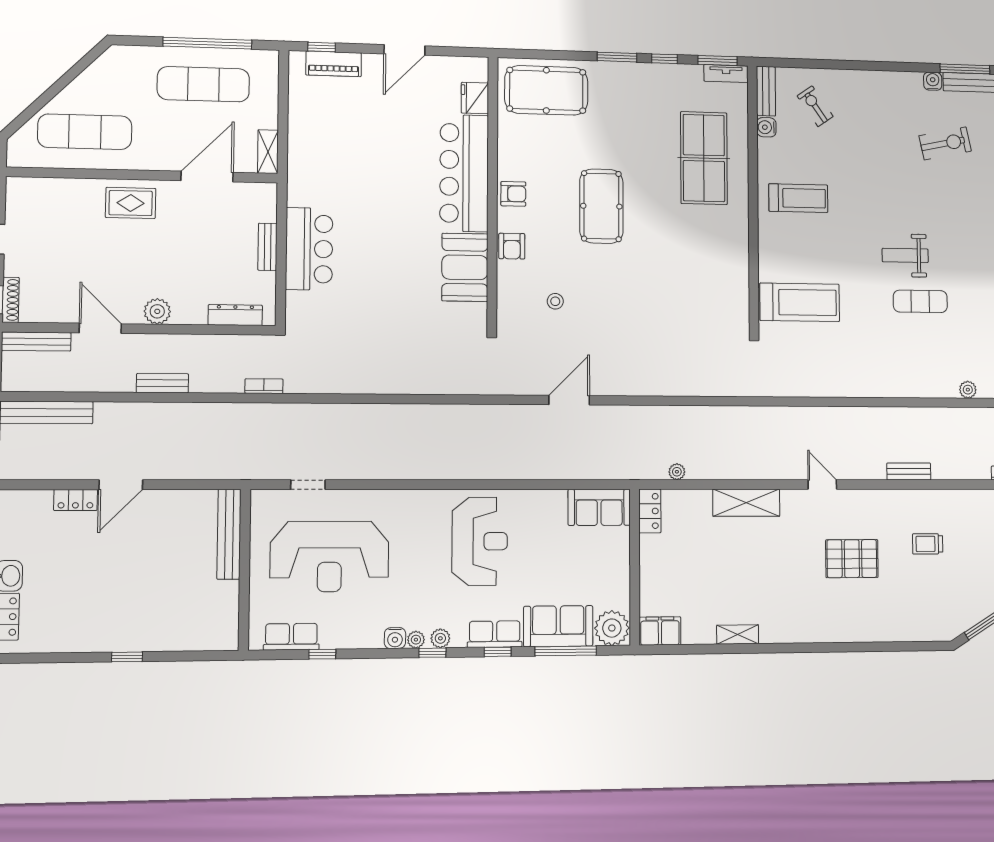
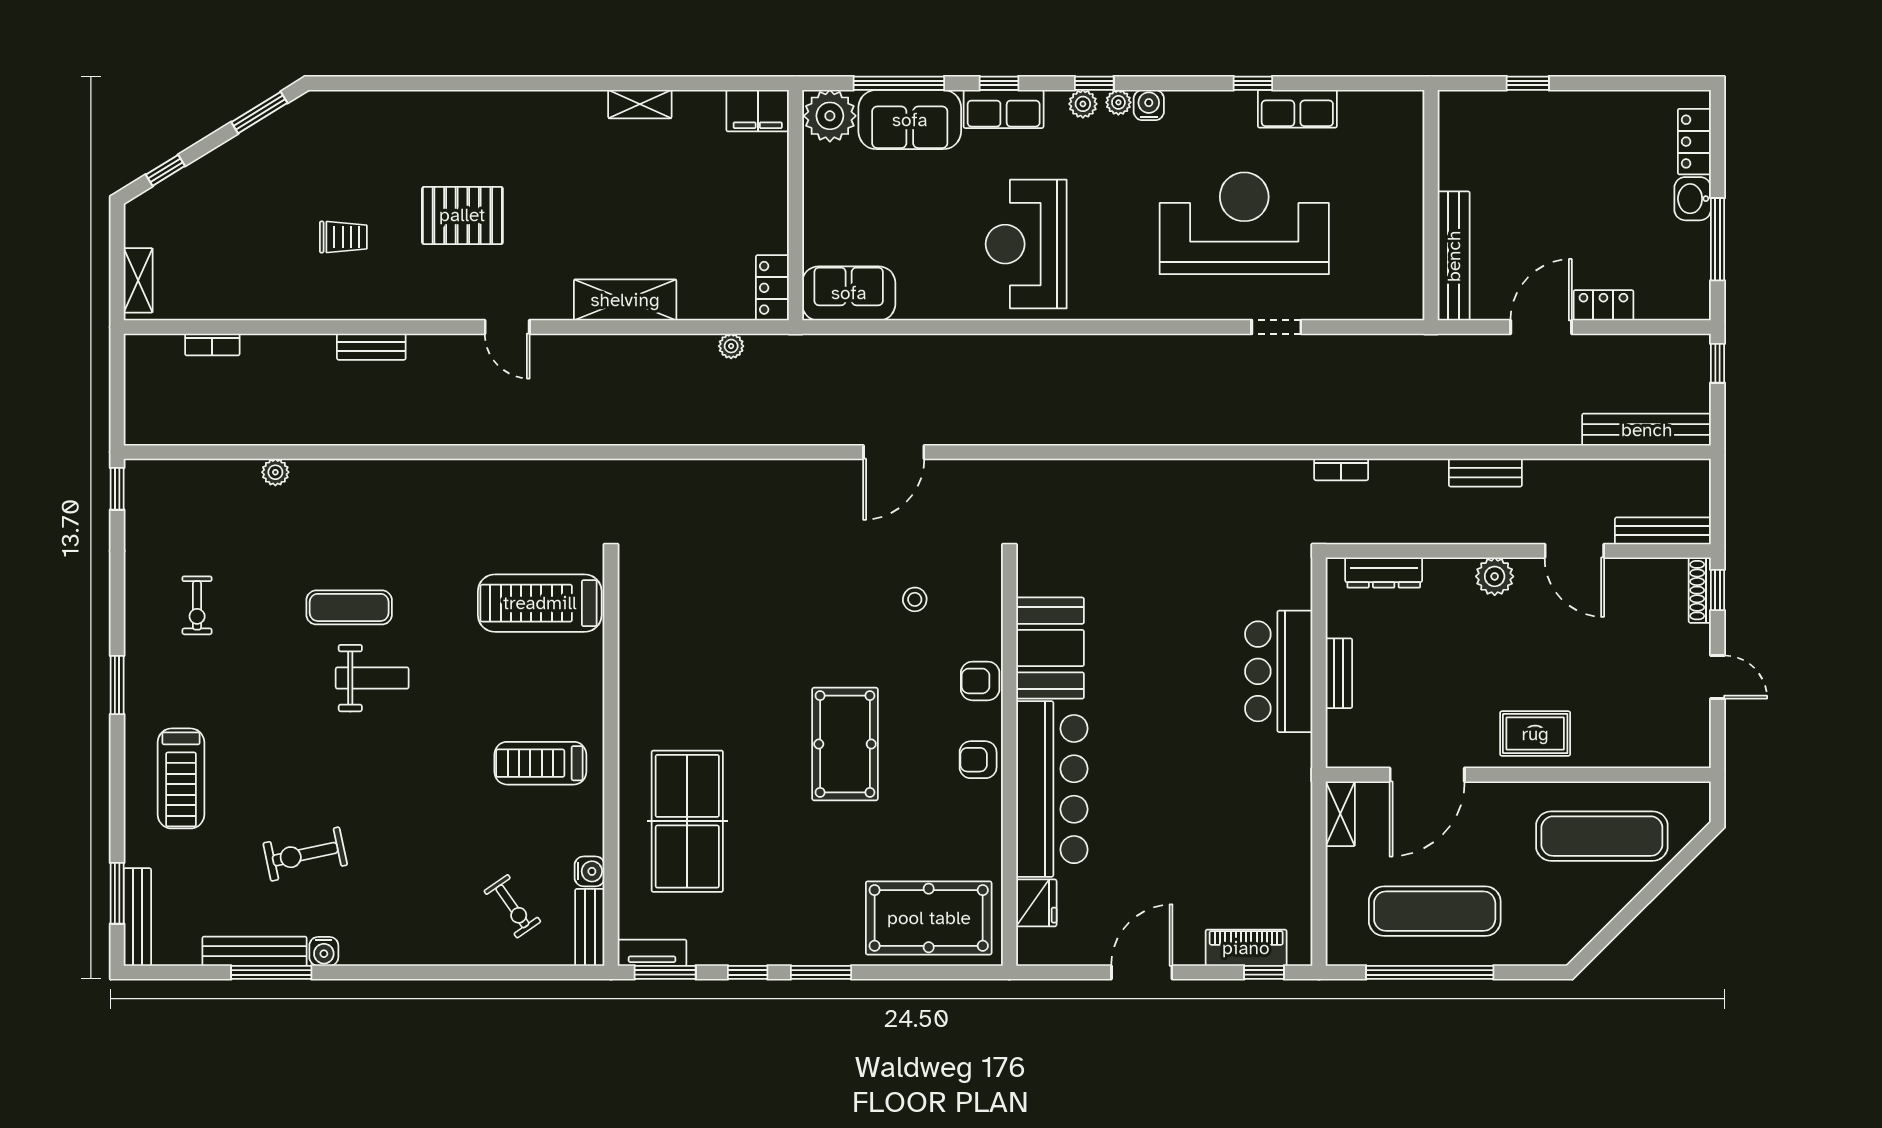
armchair: (512, 246) -> (980, 681), turned -90
bench: (229, 534) -> (1454, 256), moved
wall: (245, 570) -> (1431, 205), moved

